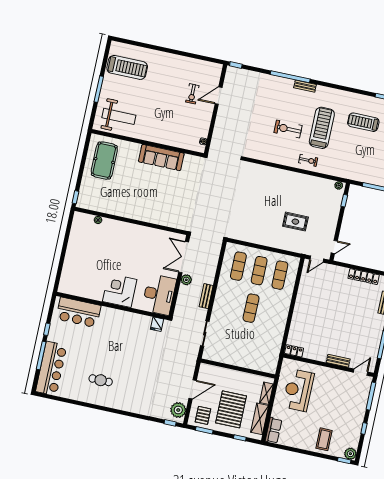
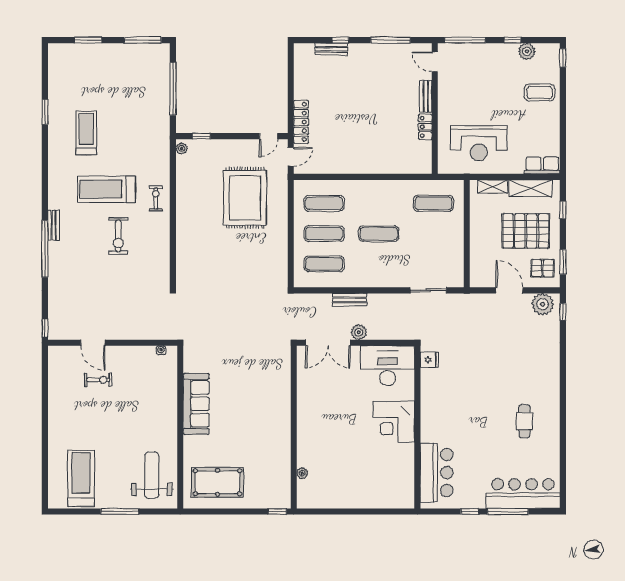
treadmill: (363, 122) -> (86, 133), turned 180
rug: (295, 222) -> (245, 198), width x1.86, depth x2.06
door: (334, 247) -> (269, 136), swing flipped
door: (317, 259) -> (291, 157), hinge flipped
locker: (364, 277) -> (301, 122), moved
bench: (206, 296) -> (350, 300), moved
exercise mat: (264, 350) -> (433, 203), added
locker: (294, 351) -> (425, 127), moved
plant: (350, 454) -> (527, 51), moved

